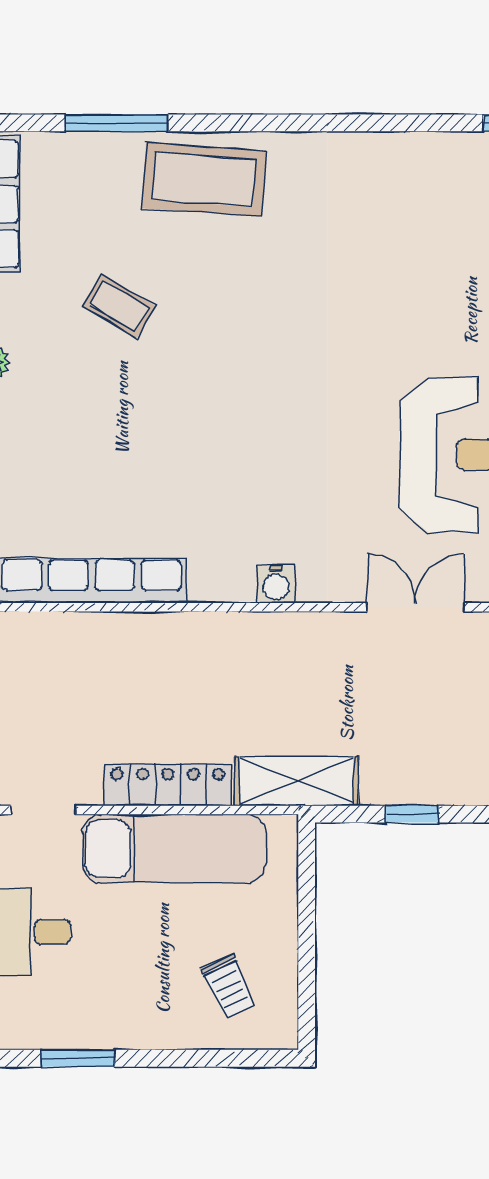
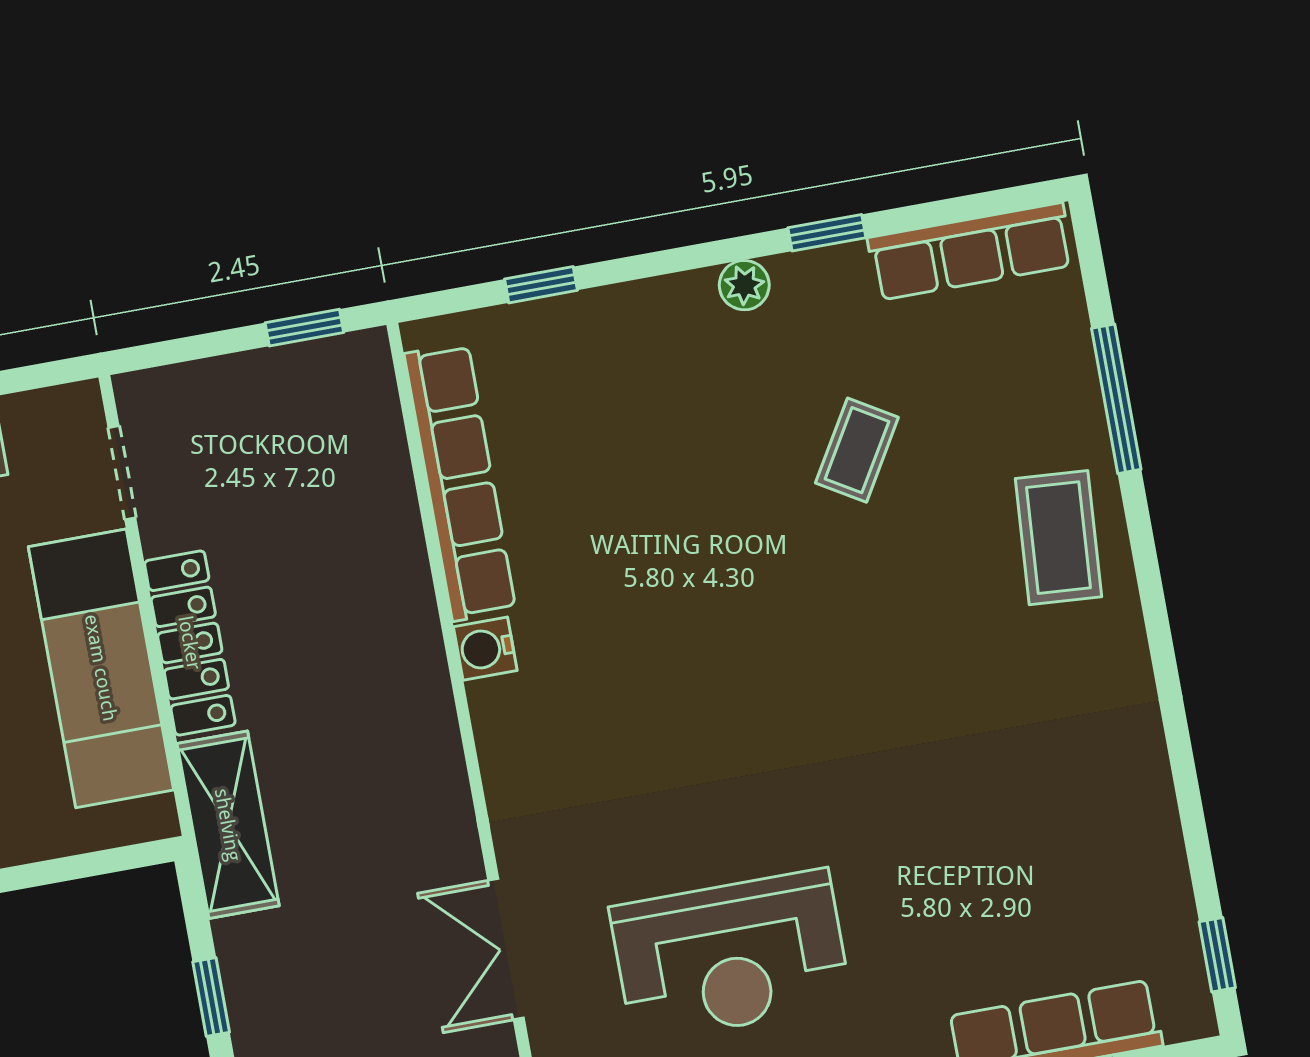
coffee table: (204, 179) -> (1059, 538), width x0.73, depth x0.76
water cooler: (276, 584) -> (485, 649), moved
double door: (416, 607) -> (506, 949), swing flipped

